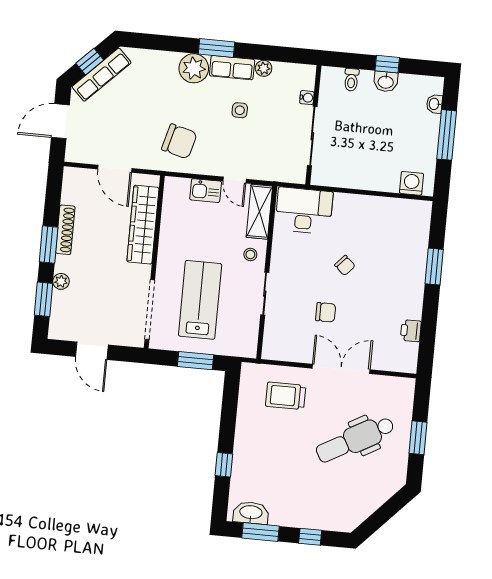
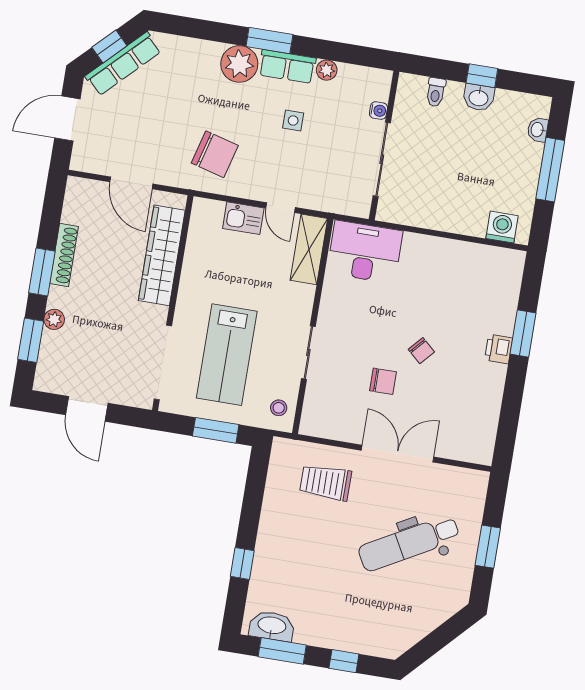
stool: (250, 254) -> (279, 408), moved
chair: (345, 265) -> (421, 351), moved
lab bench: (200, 300) -> (227, 355), turned 180
printer: (411, 331) -> (499, 349), moved

